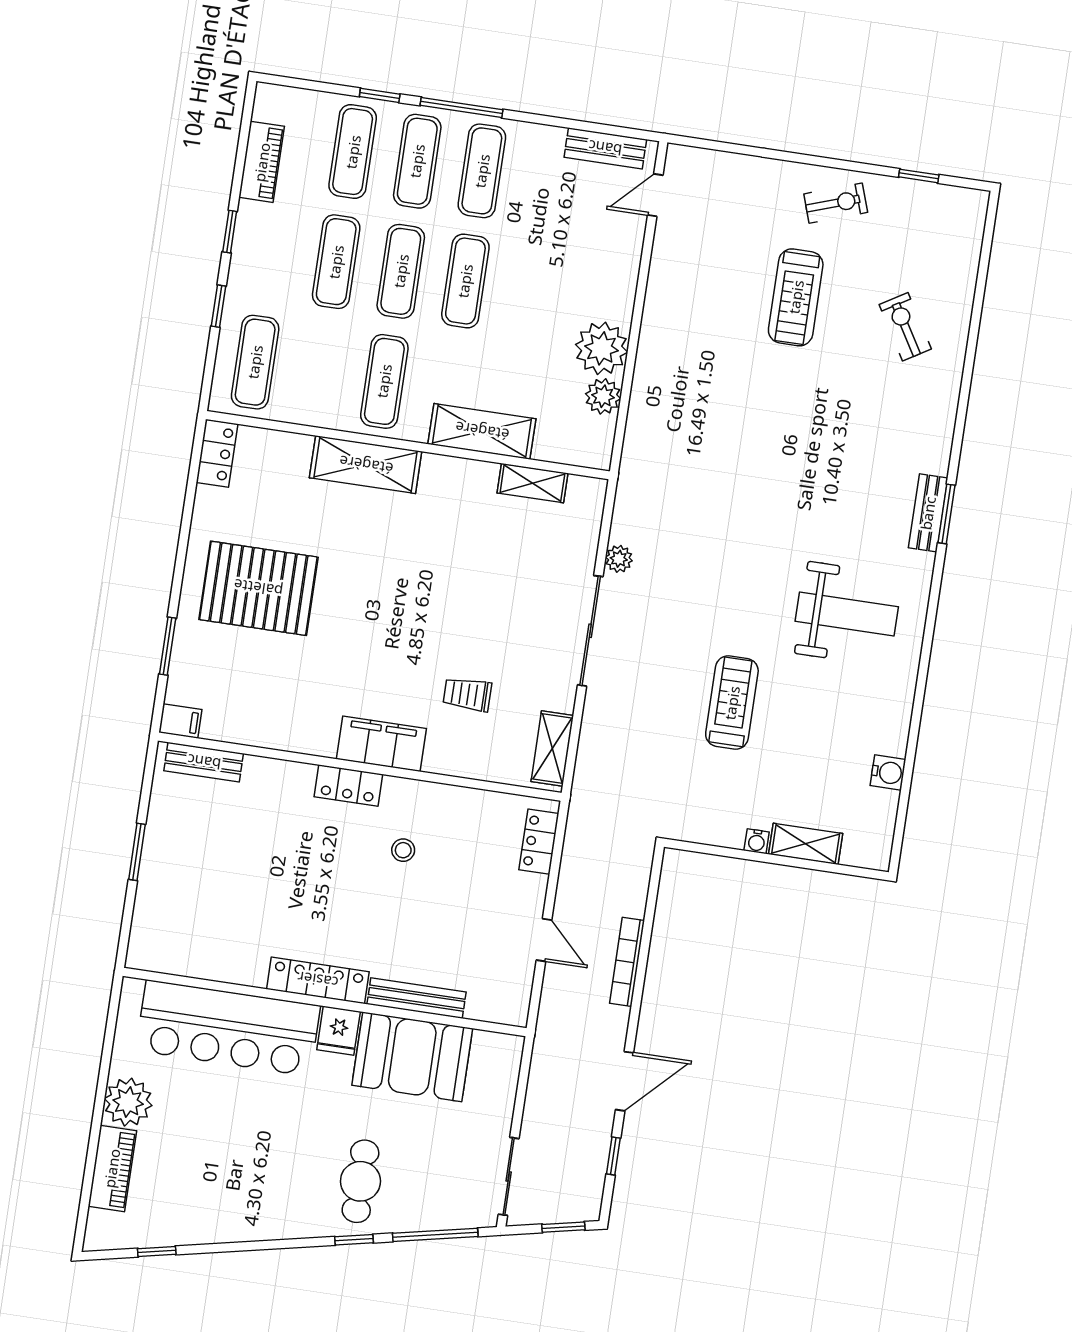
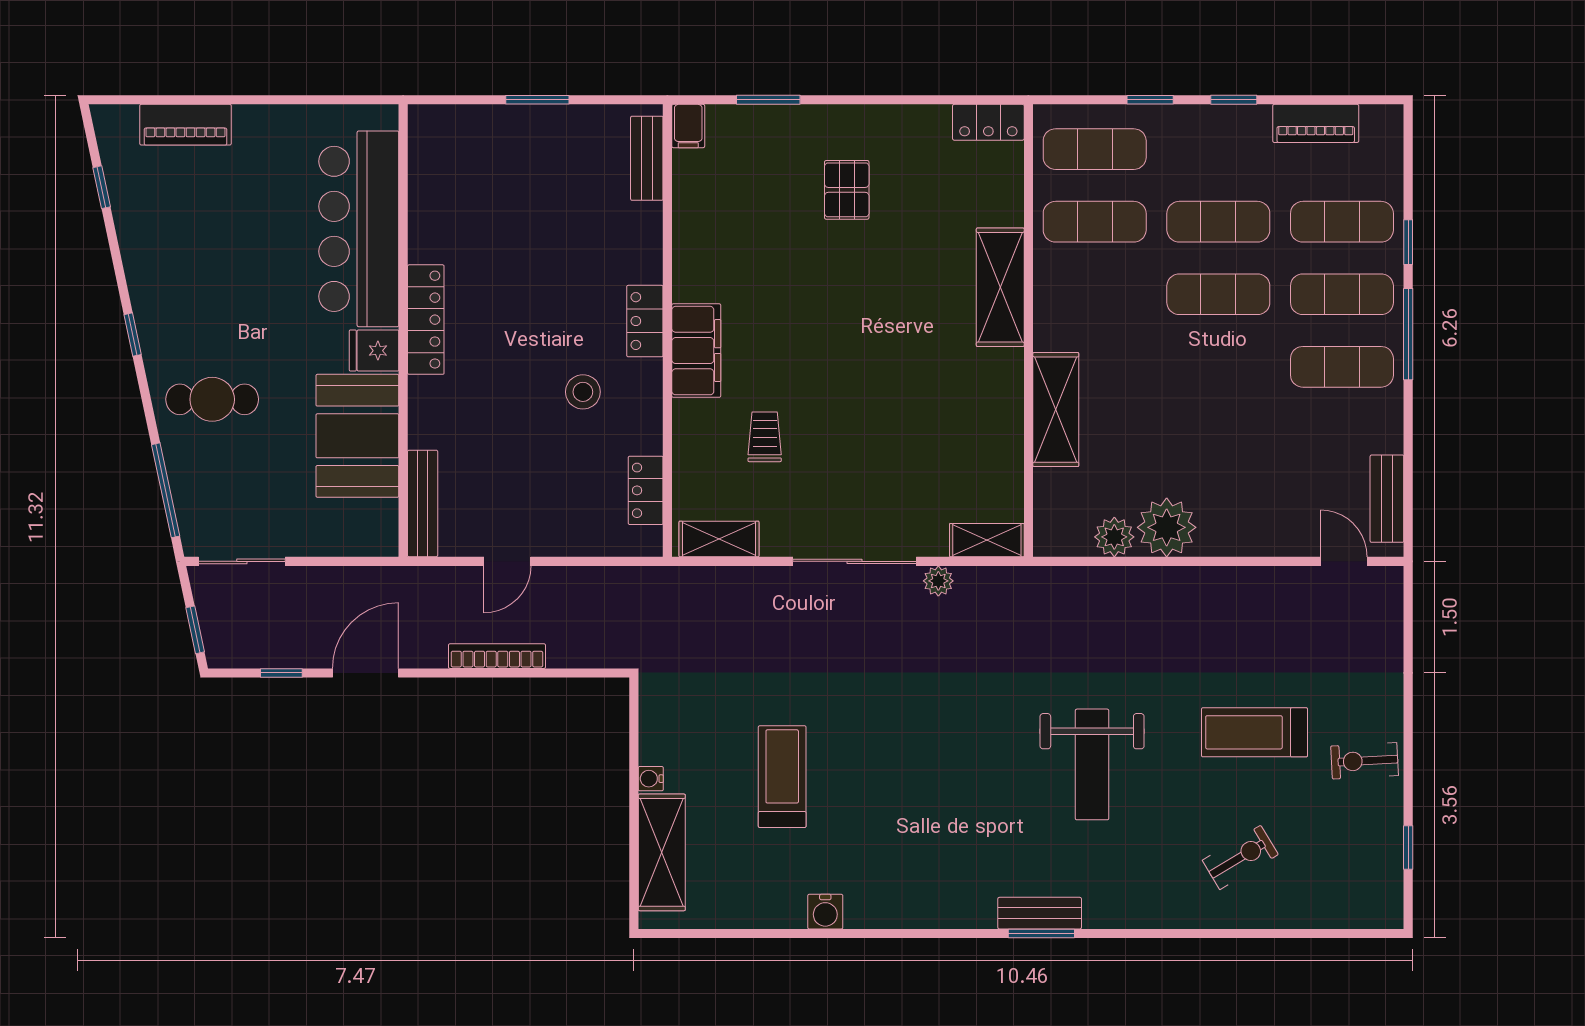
exercise bike: (836, 203) -> (1365, 761), turned 106
exercise mat: (465, 281) -> (1218, 367), removed
exercise mat: (384, 381) -> (1095, 222), moved
shelving: (532, 483) -> (987, 540), moved, turned 90
pallet: (258, 588) -> (847, 190), width x0.49, depth x0.50
weight bench: (847, 614) -> (1092, 764), moved
treadmill: (732, 703) -> (782, 777), moved, turned -90
water cooler: (888, 773) -> (825, 912), moved
locker: (539, 842) -> (646, 490), moved, turned -90
shelving: (806, 844) -> (662, 852), width x1.50, depth x1.33
stool: (403, 850) -> (583, 392), width x1.37, depth x1.37
bench: (417, 998) -> (423, 503), moved
door: (625, 1081) -> (365, 673), swing flipped
plant: (128, 1102) -> (261, 131), removed
window: (354, 1240) -> (133, 335), moved

